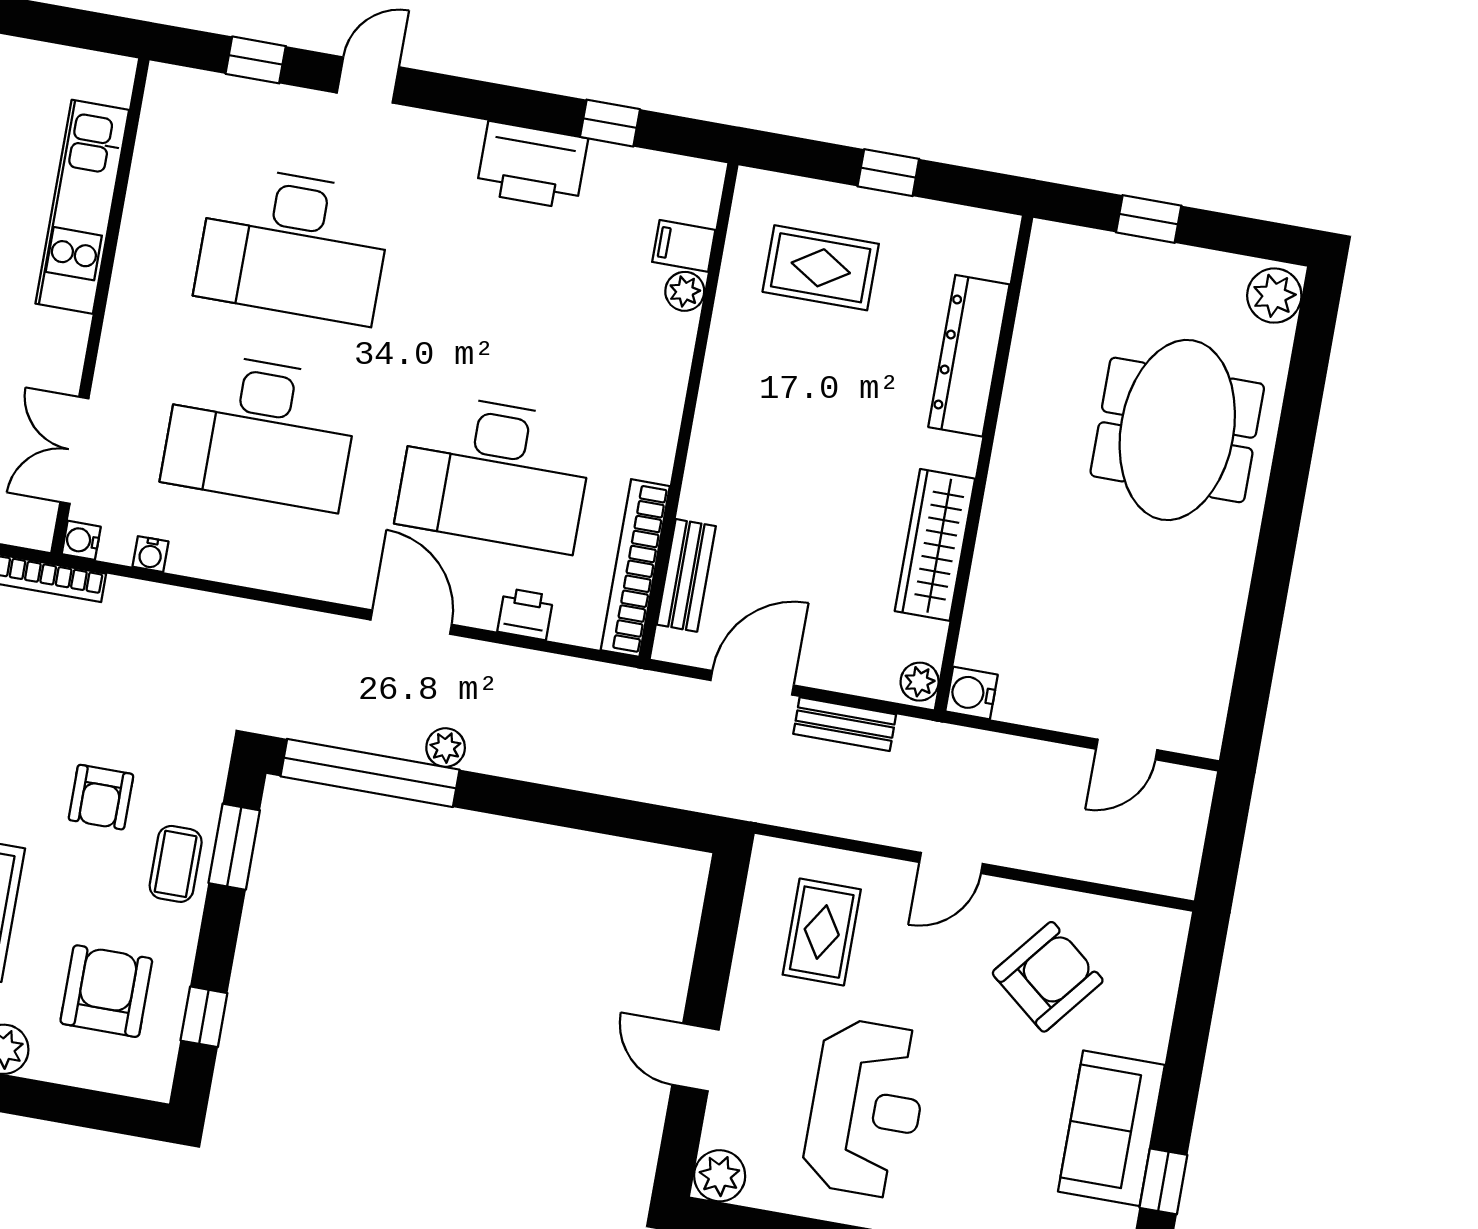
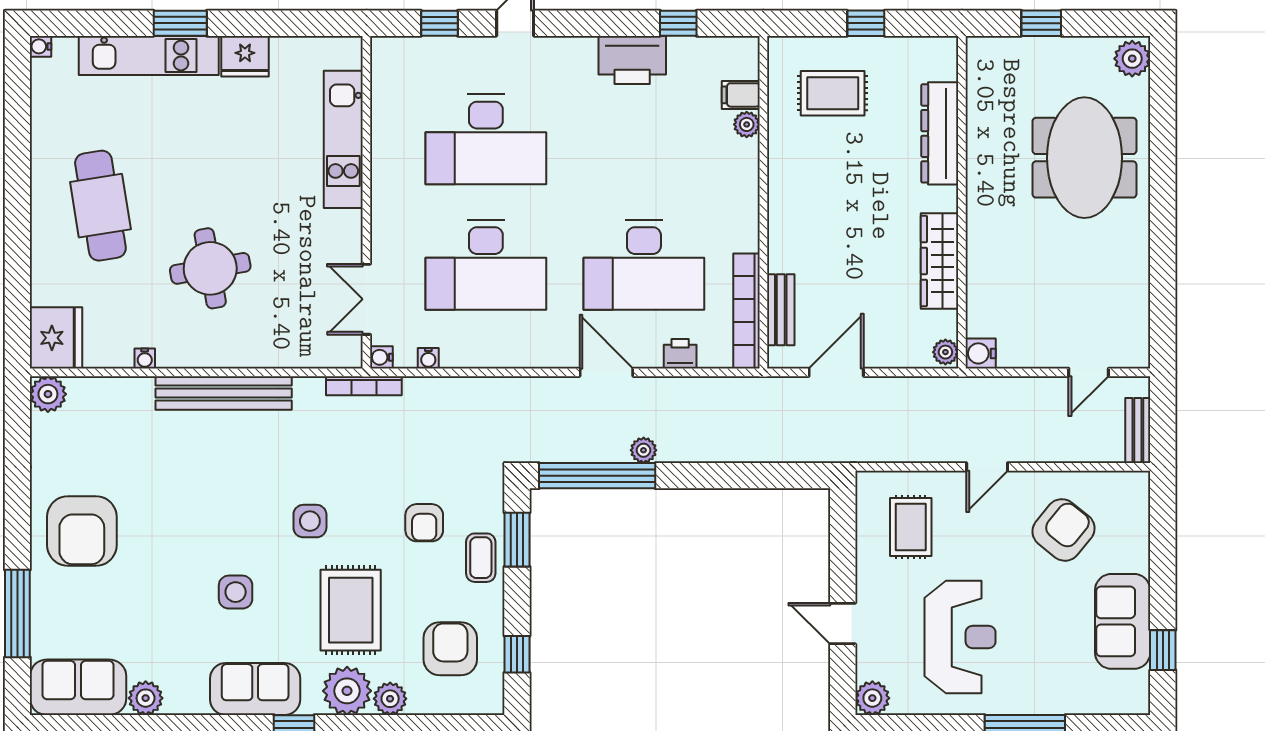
bench: (845, 724) -> (1138, 431), moved, turned 90

